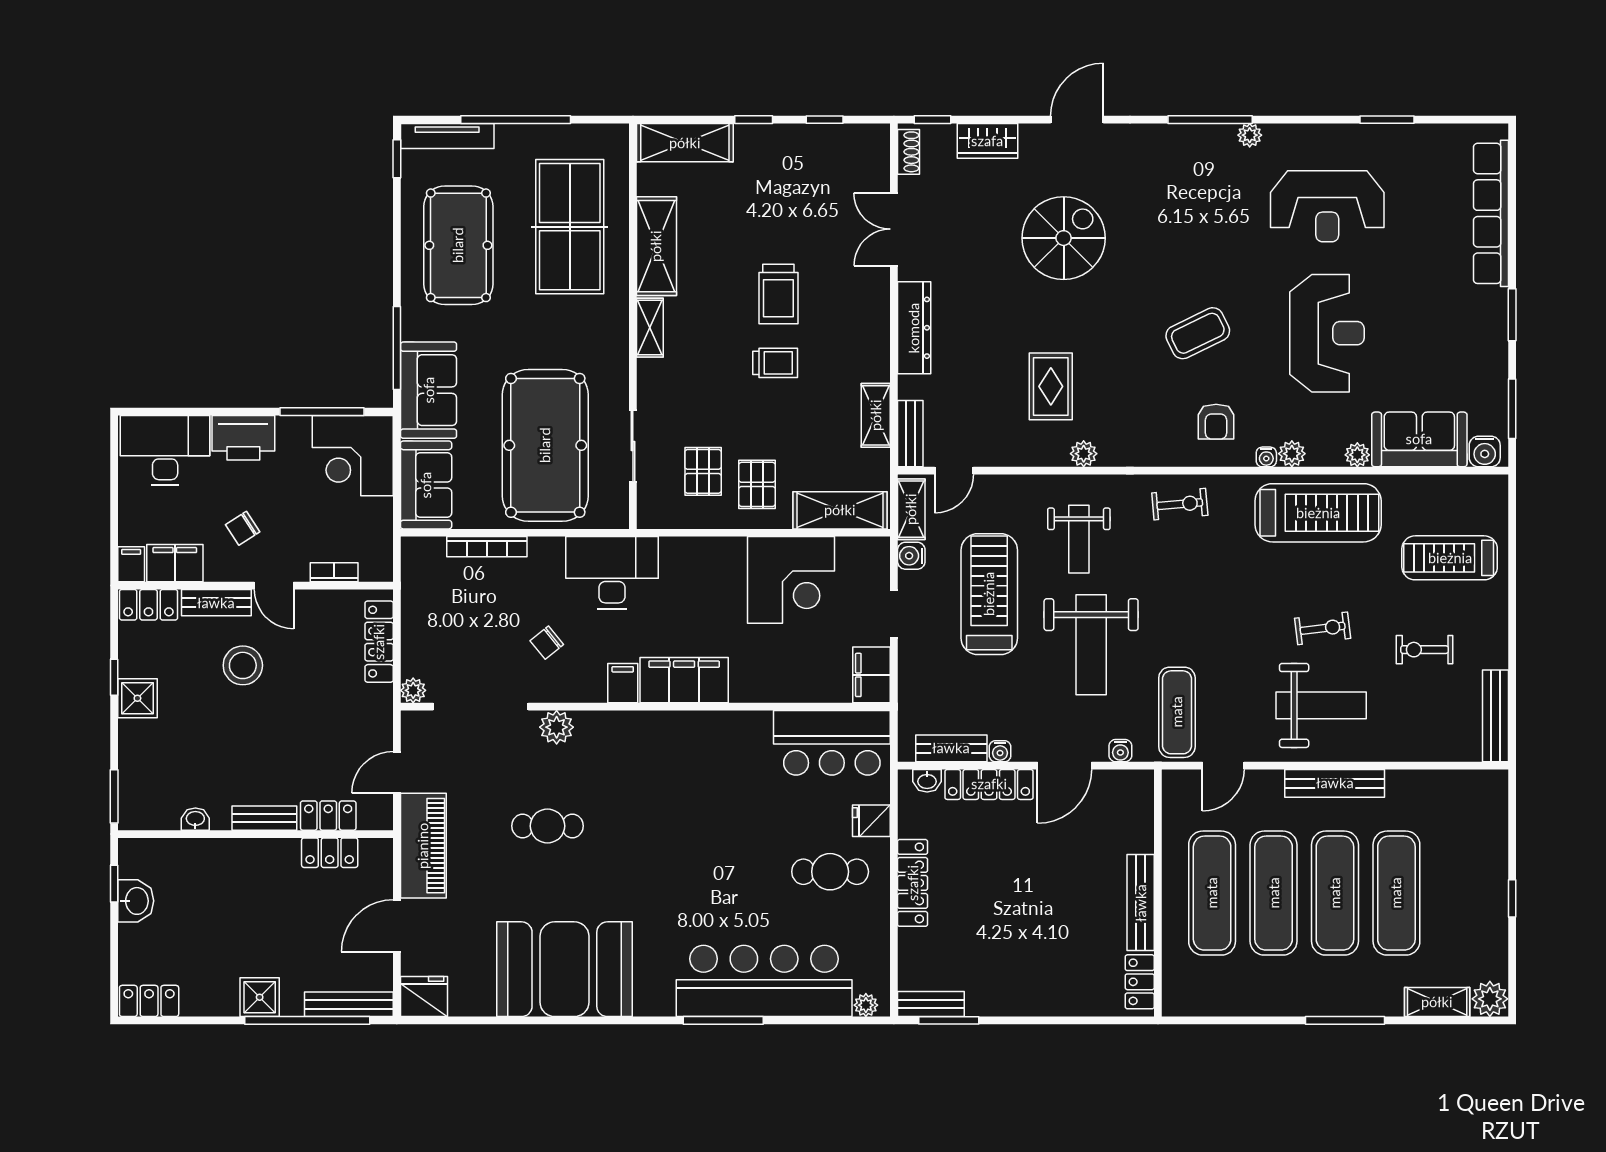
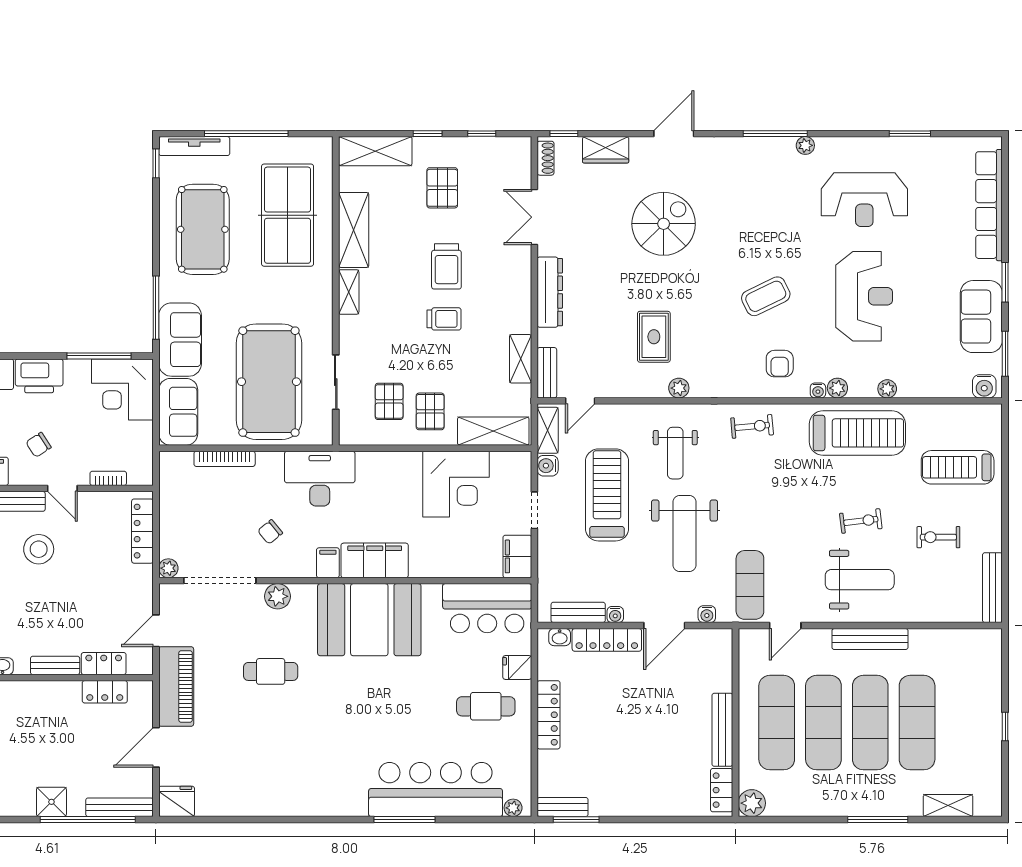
pallet: (773, 191) -> (442, 188), added
sofa: (1419, 439) -> (981, 317), moved, turned -90
booth: (564, 969) -> (369, 620), moved
plant: (1490, 999) -> (752, 803), moved

